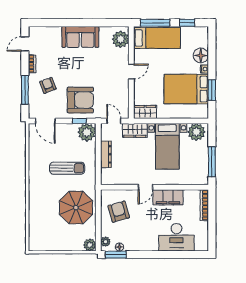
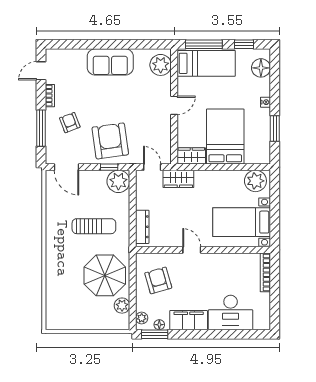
floor lamp: (201, 55) -> (261, 68), moved
bed: (186, 89) -> (225, 137), moved, turned 90
armchair: (80, 100) -> (110, 141), turned -98
bed with nightstands: (167, 146) -> (242, 222), moved, turned 90
dresser: (106, 154) -> (142, 227), moved
window: (212, 162) -> (275, 218), removed
door: (145, 187) -> (192, 250), swing flipped
filing cabinet: (168, 197) -> (189, 320), moved, turned 180
plant: (90, 245) -> (122, 306), moved

